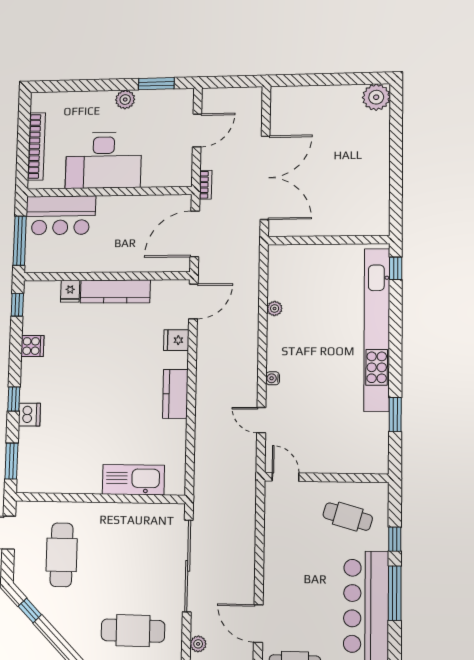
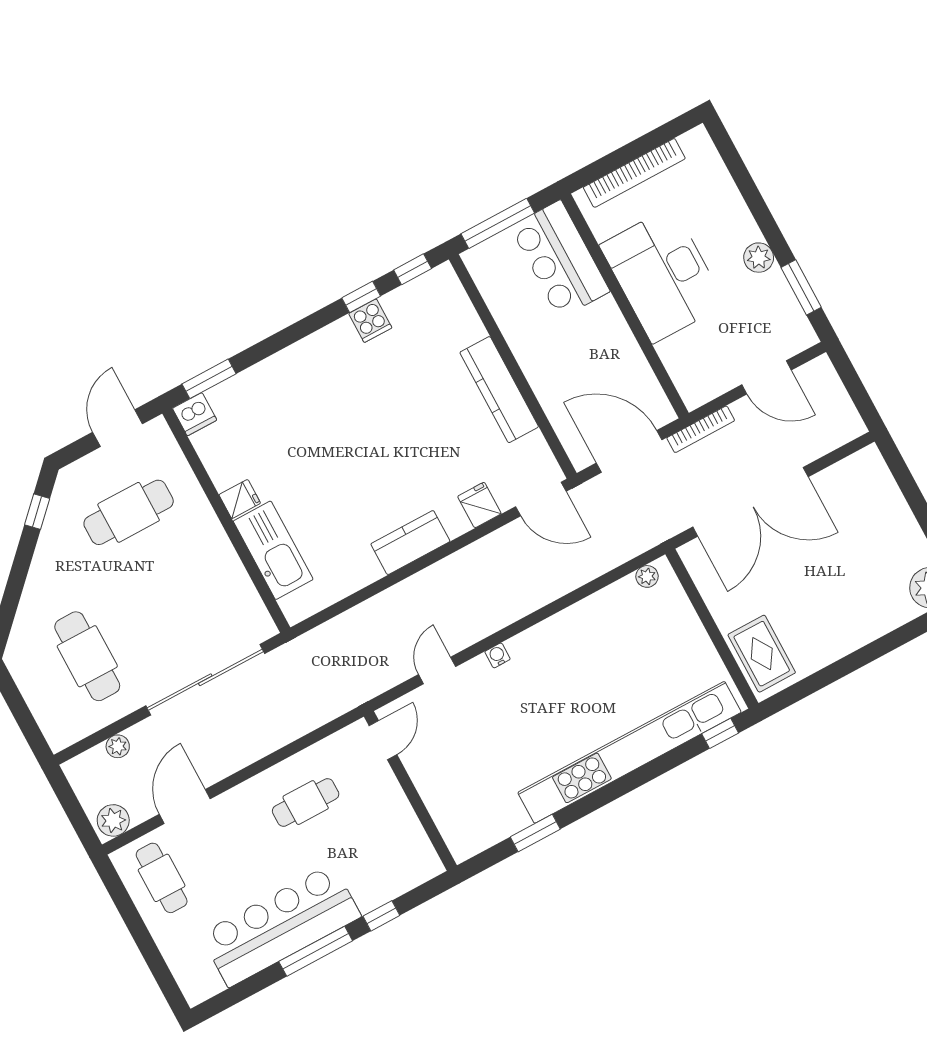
bookcase: (206, 185) -> (701, 429), width x1.56
rug: (360, 218) -> (762, 654), added
fridge: (70, 291) -> (240, 499), moved, turned 180
plant: (275, 308) -> (647, 576), moved
window: (14, 399) -> (361, 297), moved
dishwasher: (29, 415) -> (195, 414), moved
cafe table: (348, 517) -> (306, 803), moved, turned 74

